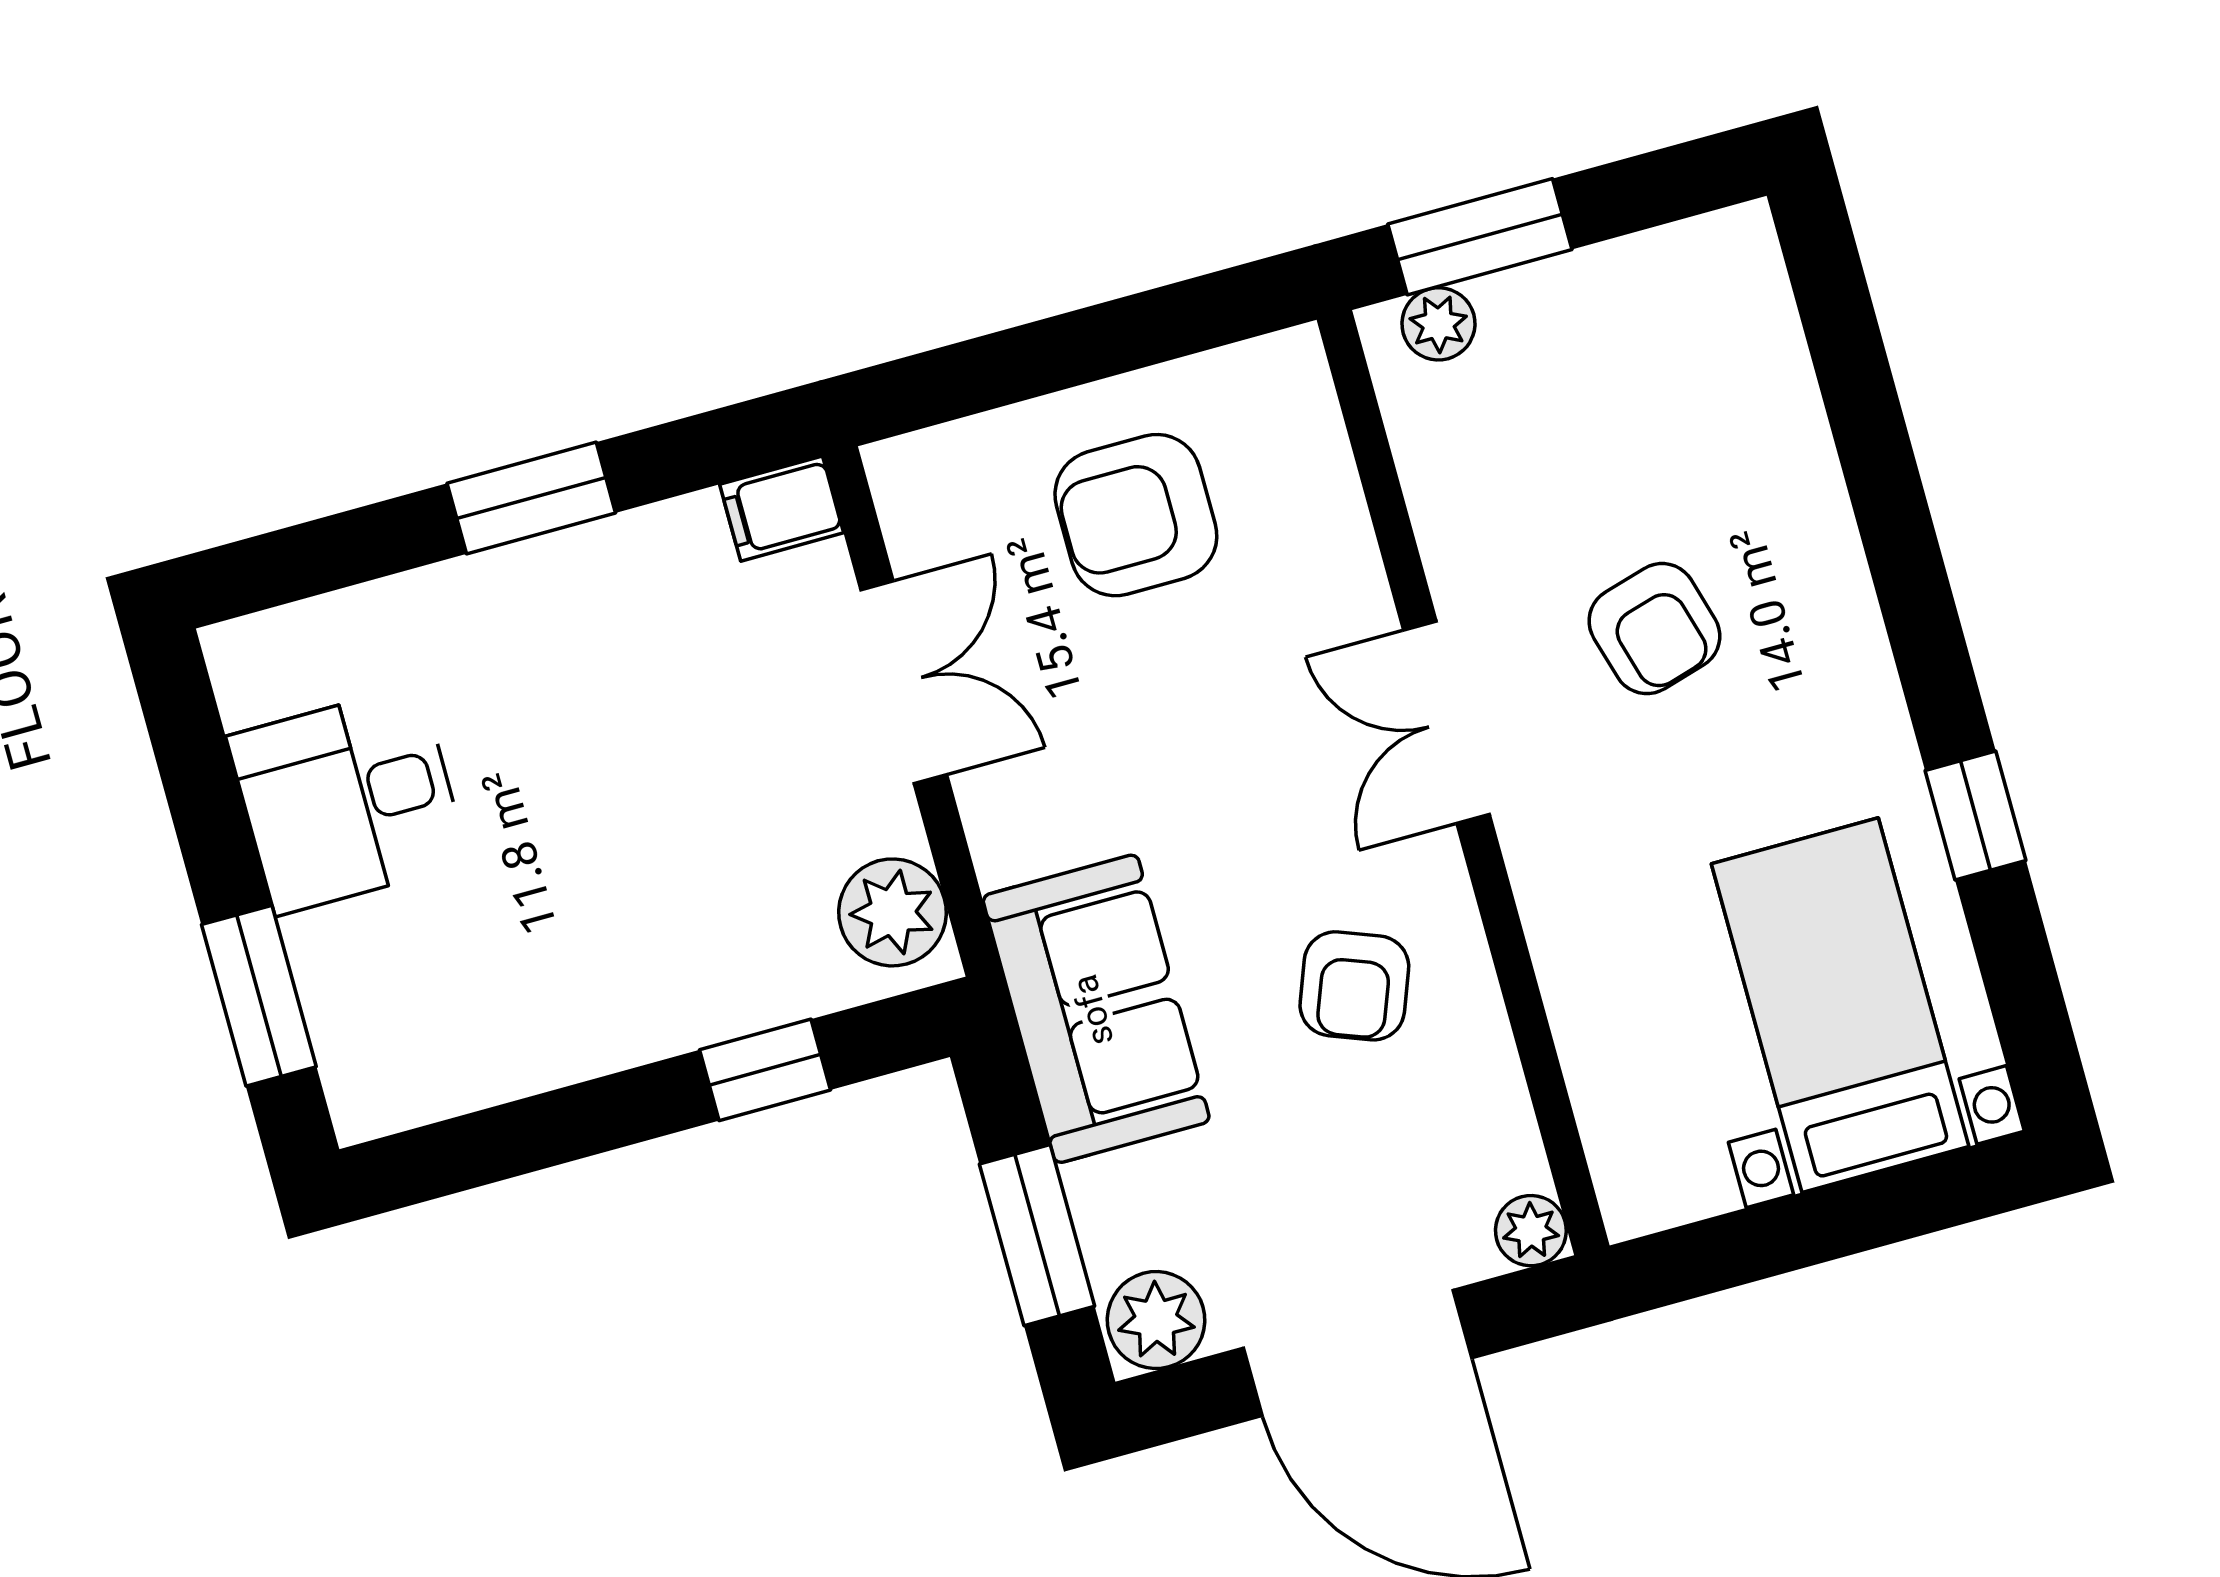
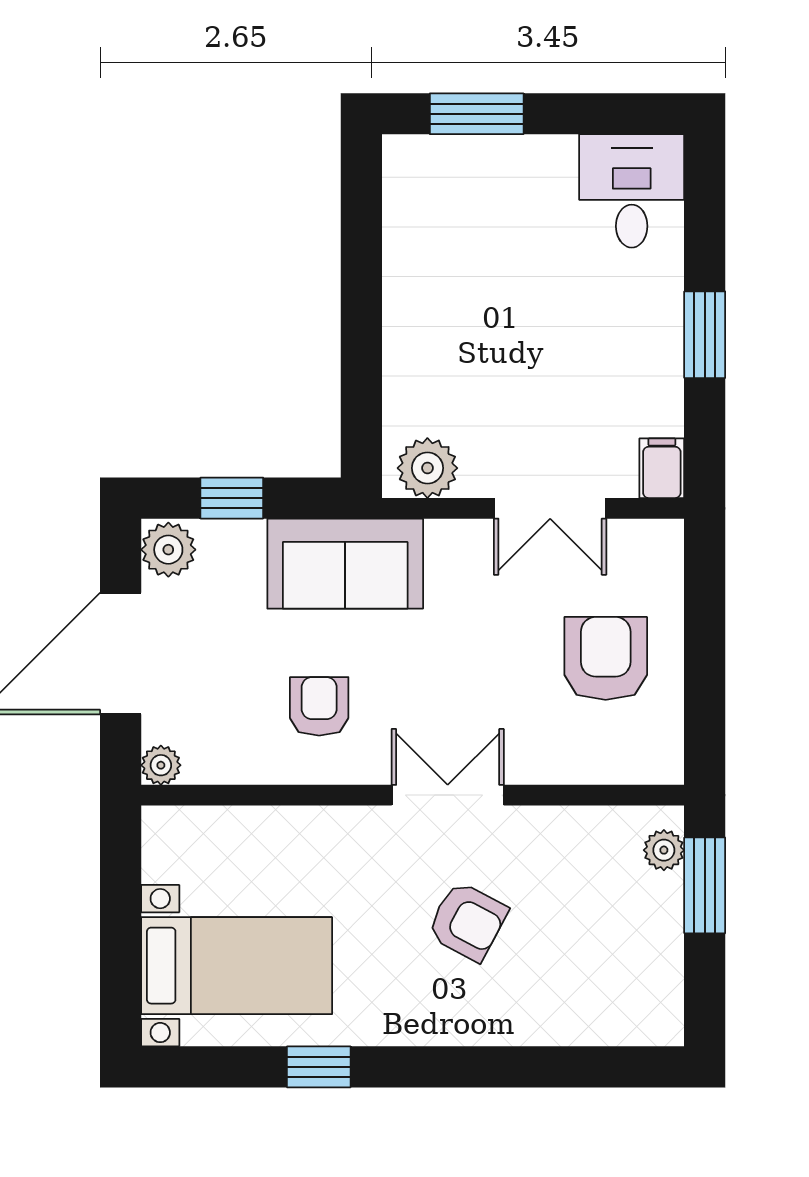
armchair: (1654, 629) -> (467, 921), turned -136
desk: (348, 800) -> (632, 191), moved
armchair: (1354, 986) -> (319, 706), turned 69
window: (765, 1070) -> (361, 376), removed
window: (1037, 1235) -> (232, 498), width x0.67

